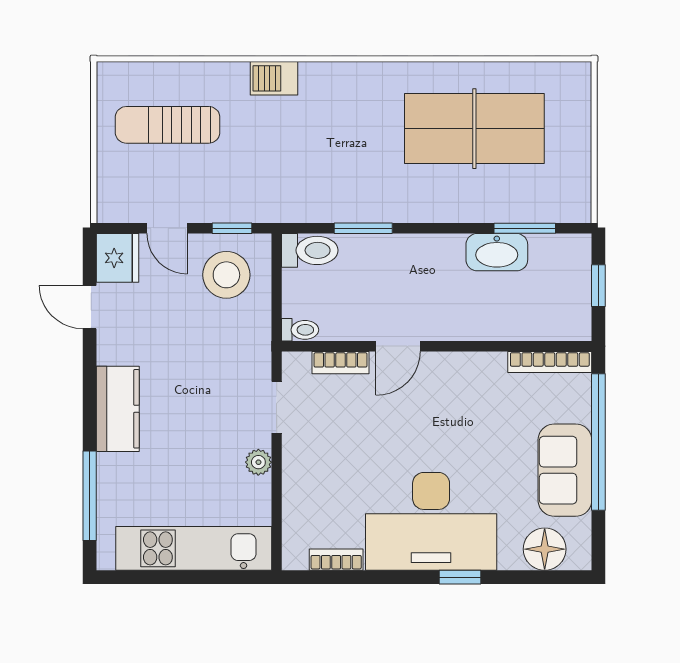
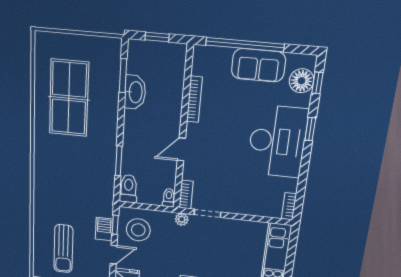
barbecue: (274, 78) -> (104, 229), moved, turned 180
door: (398, 346) -> (181, 149), swing flipped
bookcase: (550, 362) -> (194, 99), moved
bookcase: (341, 363) -> (186, 195), moved
plant: (258, 462) -> (182, 219), moved
bookcase: (336, 560) -> (289, 206), moved
window: (543, 577) -> (317, 83), added

